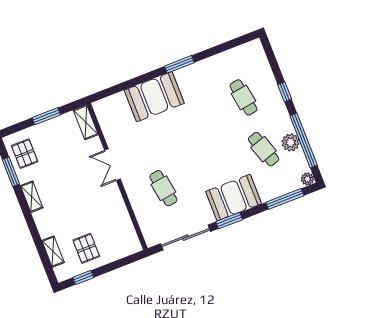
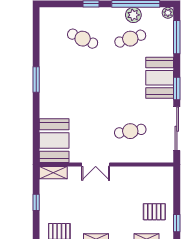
booth: (154, 97) -> (54, 141), moved
cafe table: (243, 97) -> (83, 39), turned 33
window: (46, 116) -> (36, 202), width x0.67

